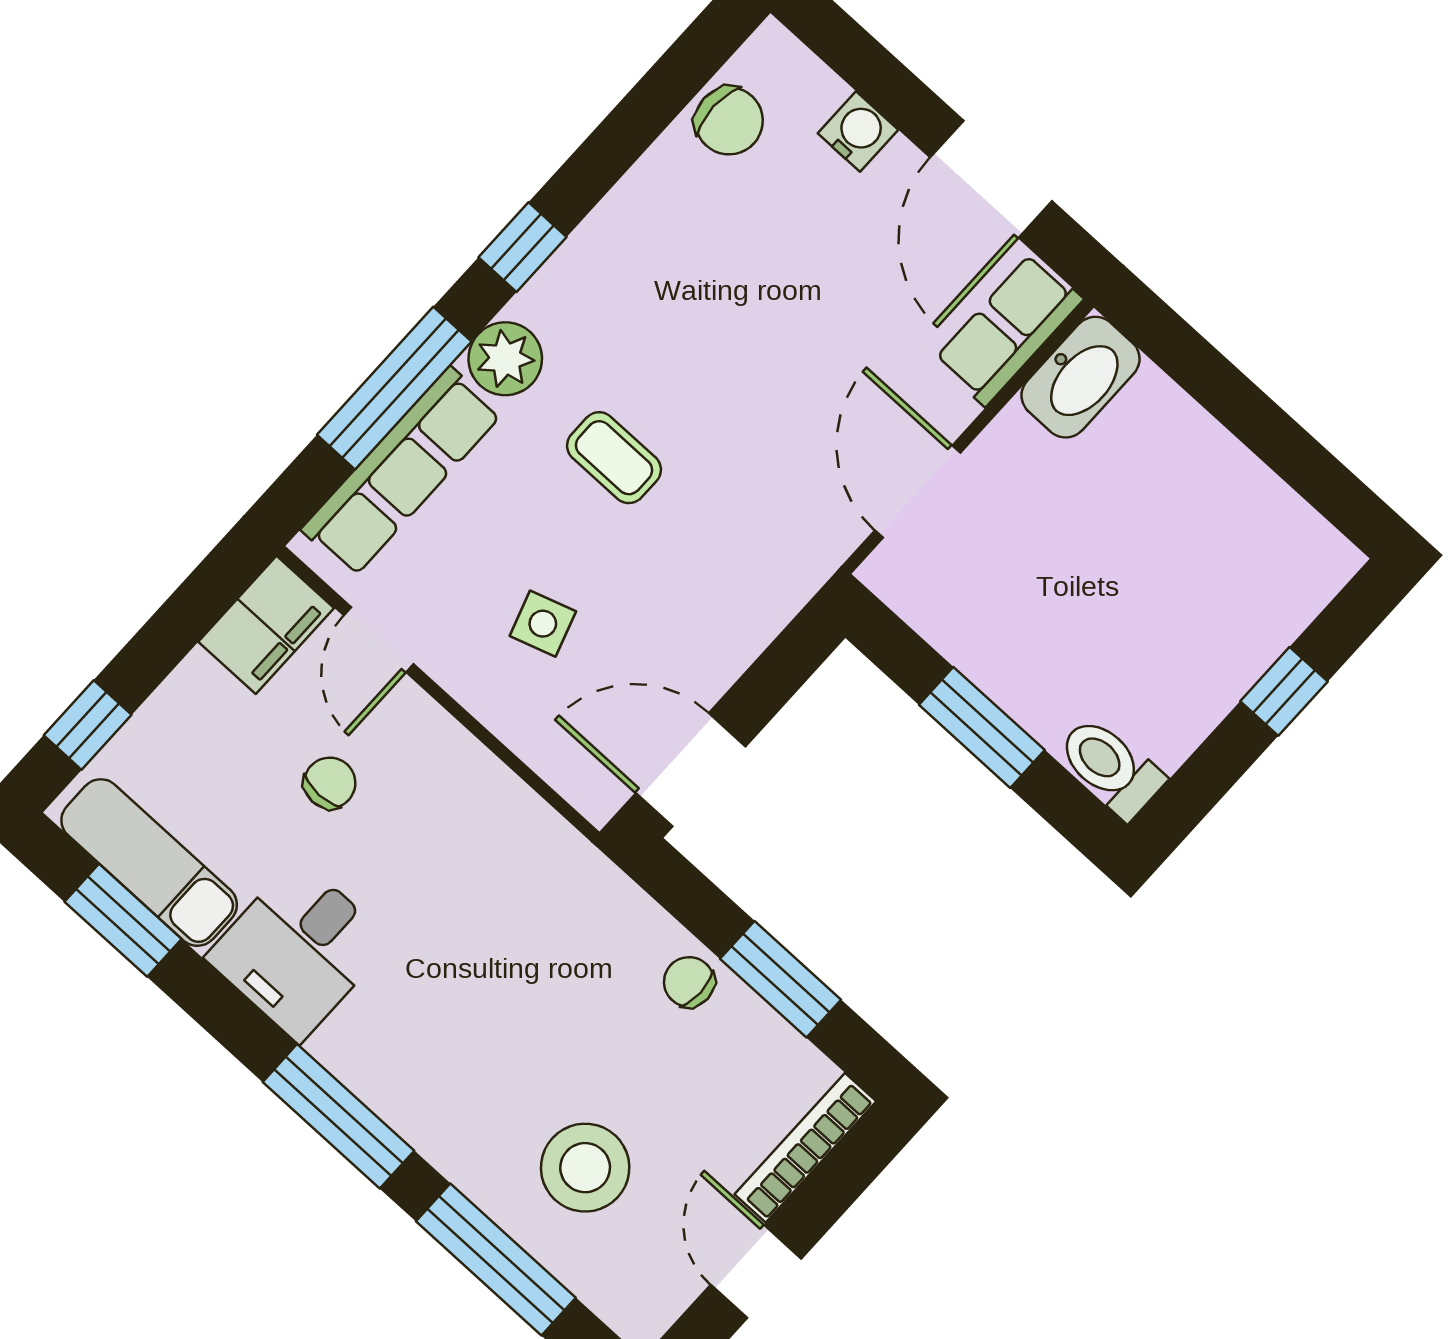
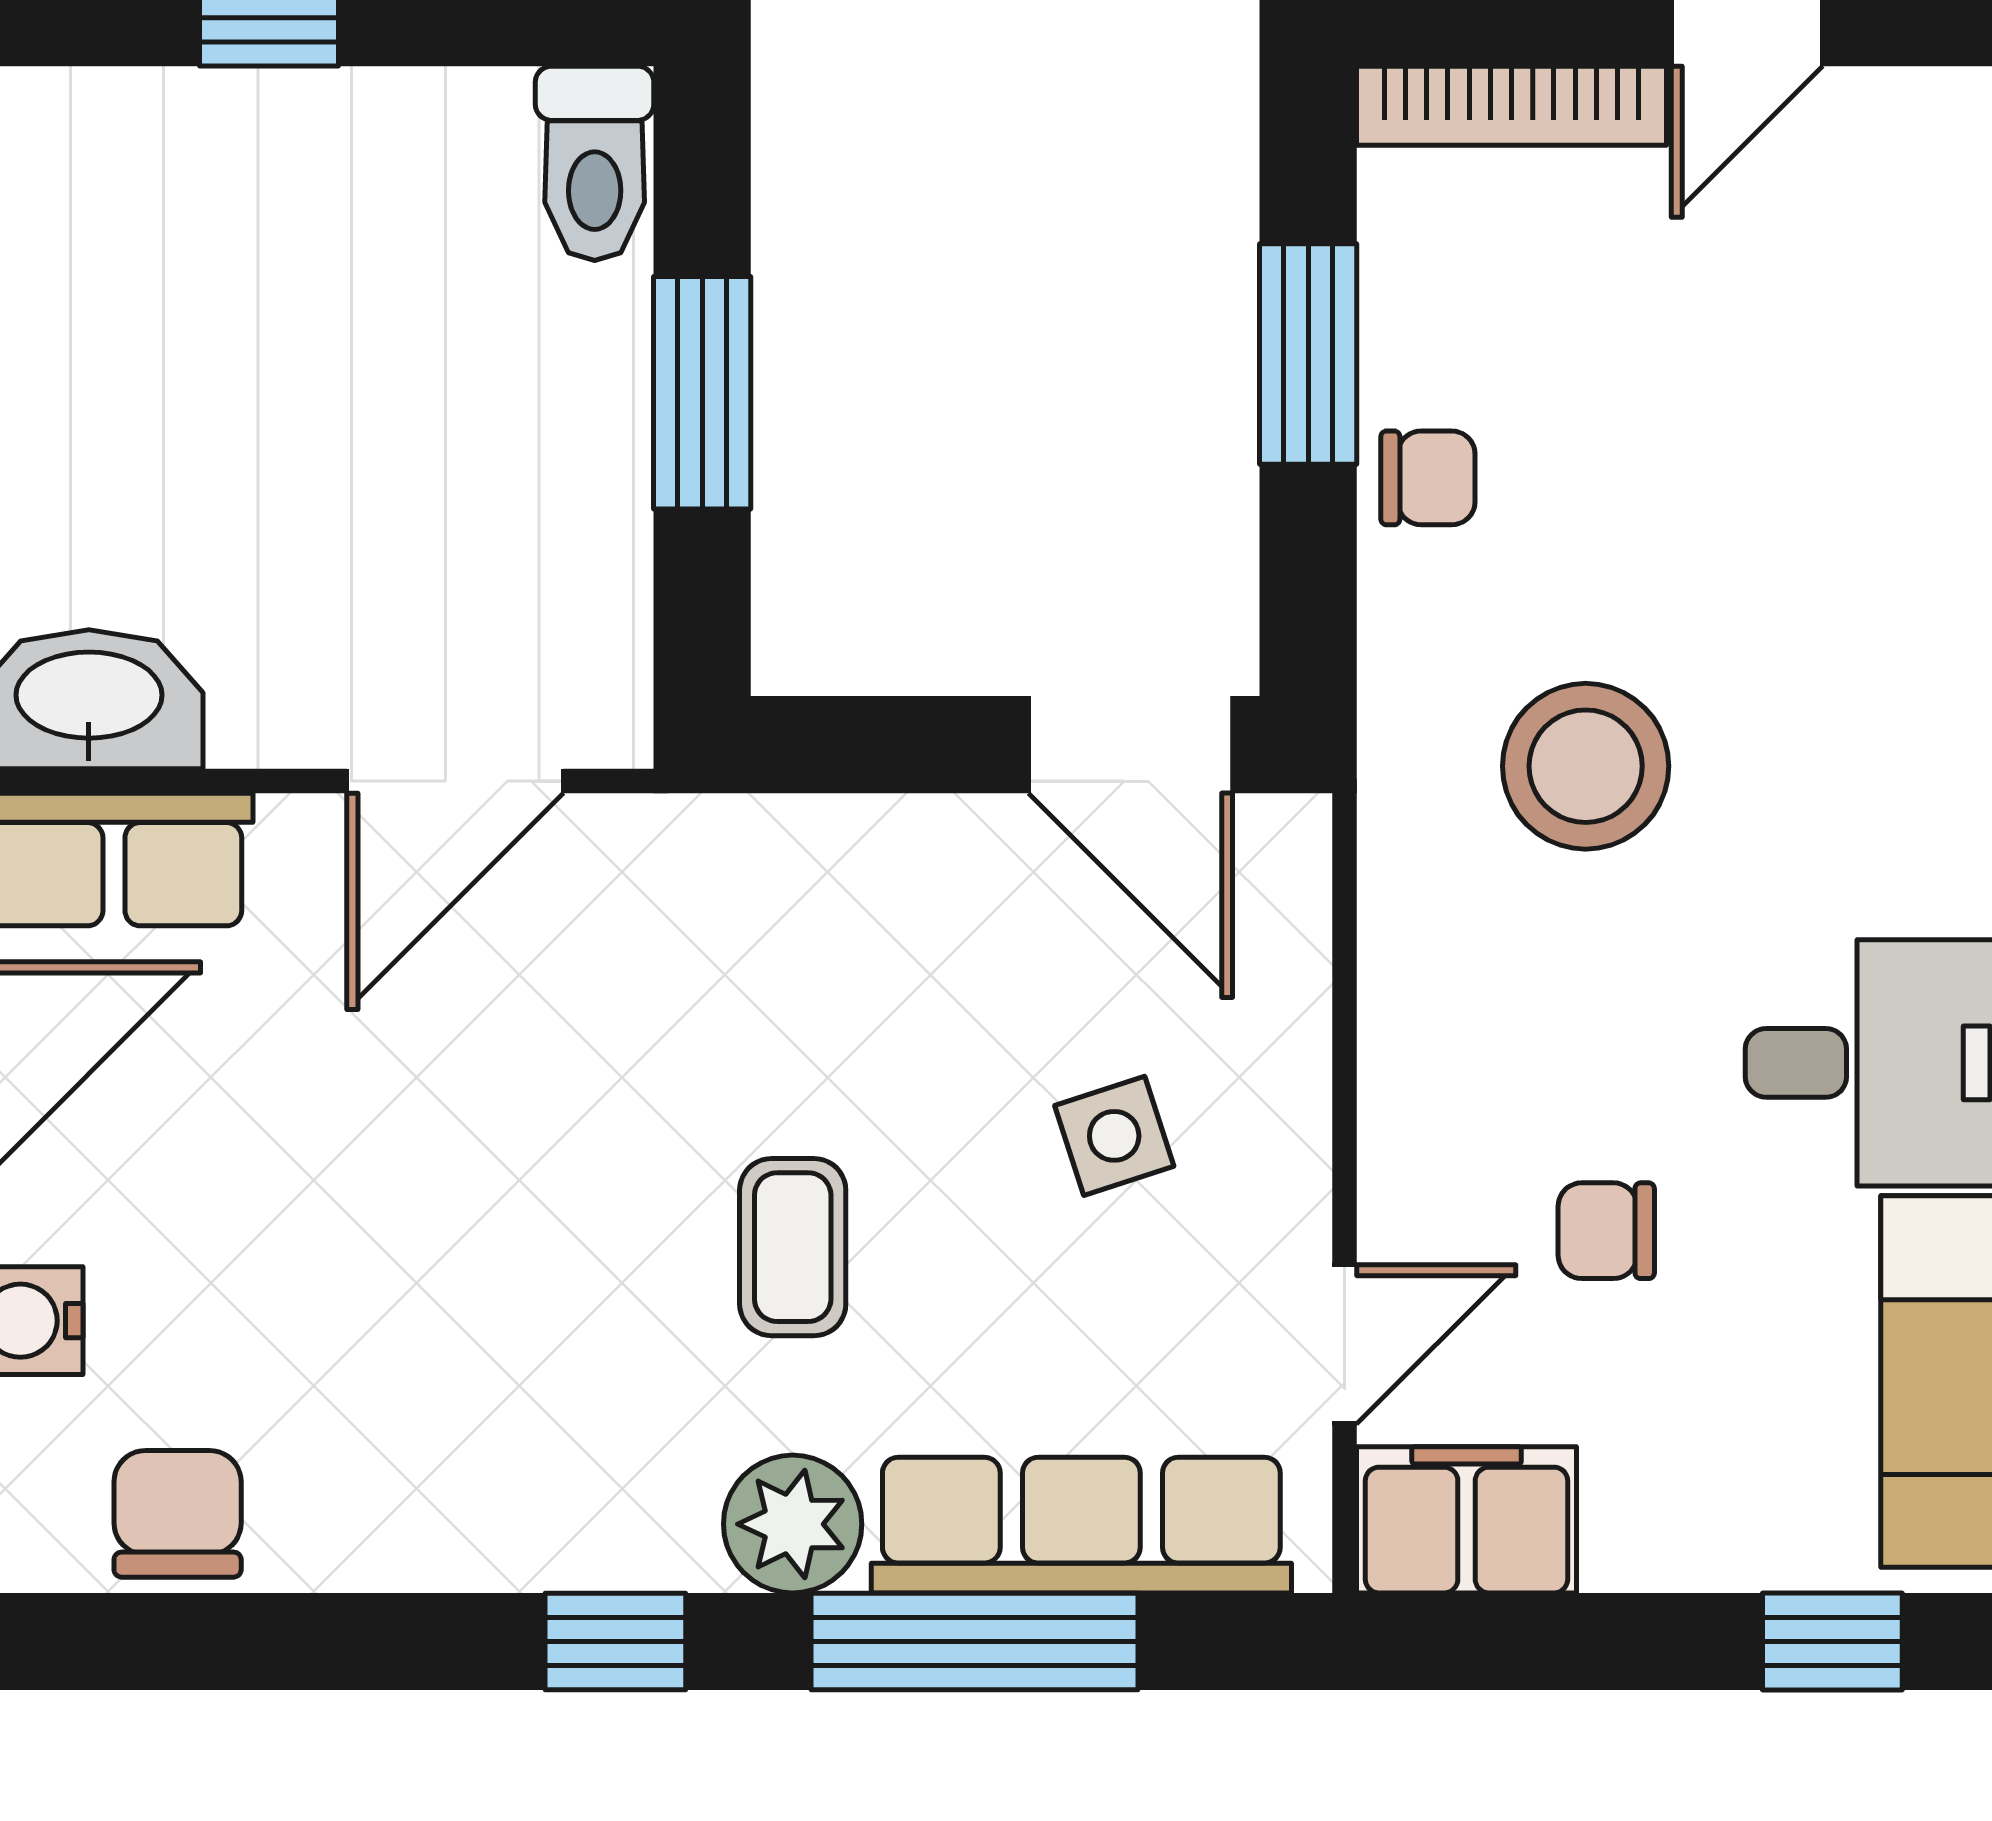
chair: (689, 982) -> (1428, 478), turned -90
stool: (585, 1168) -> (1586, 766), moved

